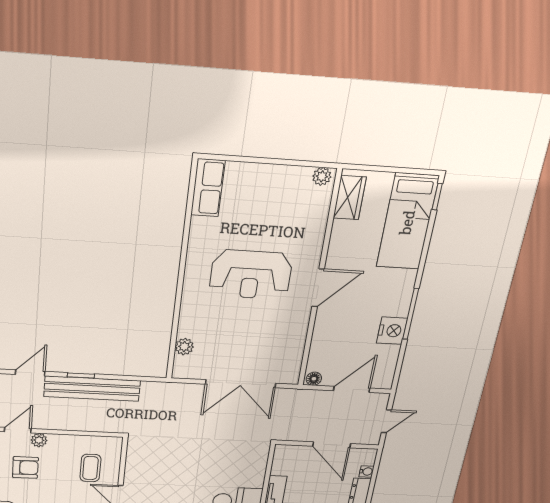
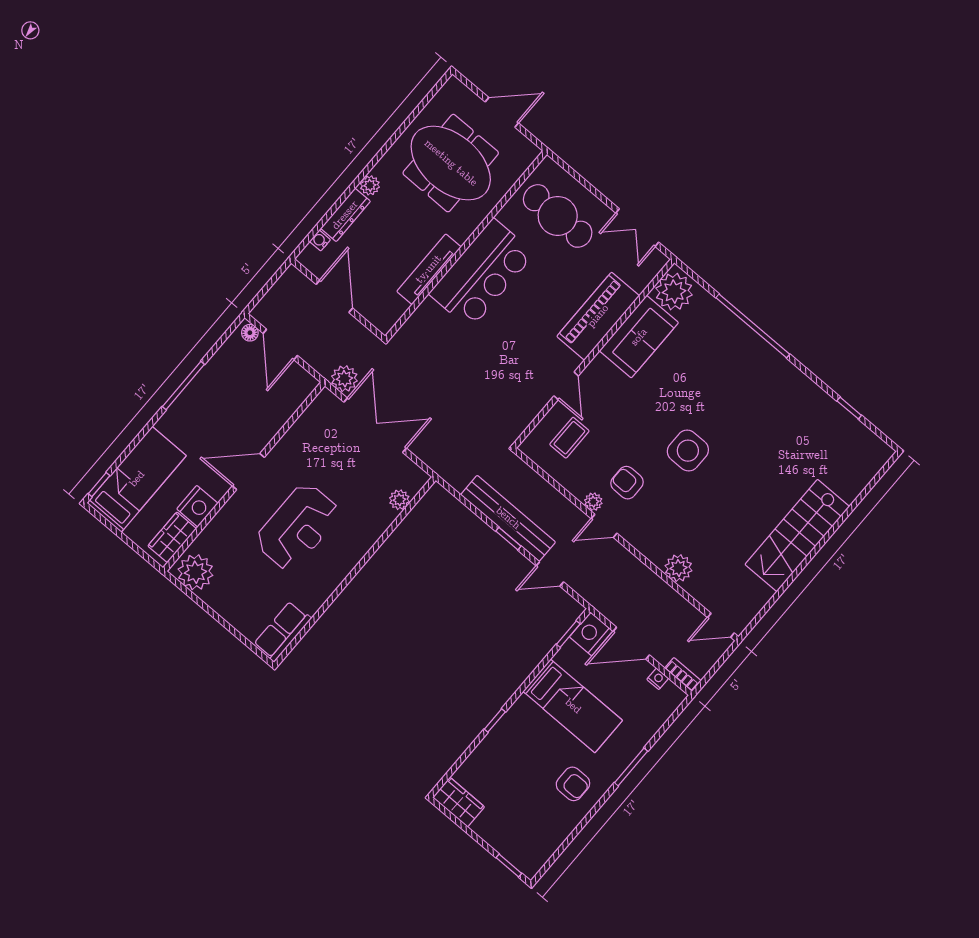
plant: (322, 176) -> (195, 572), width x1.87, depth x1.87
reception desk: (251, 275) -> (298, 527), turned 90
nightstand: (392, 331) -> (197, 506), moved, turned 180
floor lamp: (314, 379) -> (250, 333), moved
door: (352, 389) -> (280, 344), hinge flipped
plant: (286, 399) -> (344, 379), added
door: (386, 421) -> (269, 285), removed

